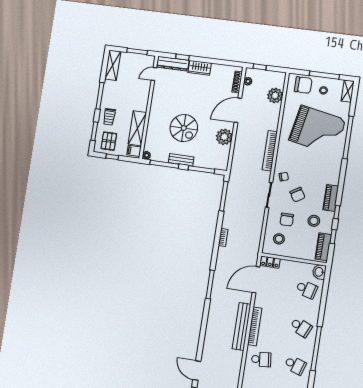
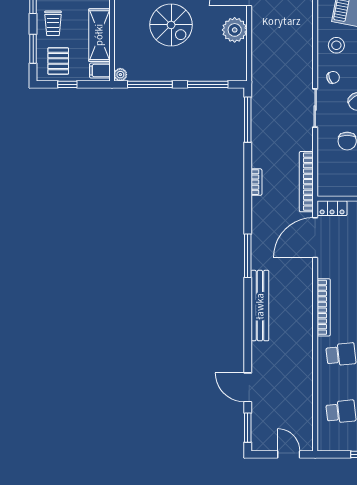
bookcase: (270, 151) -> (306, 182), moved
bench: (181, 160) -> (175, 74), removed
stool: (279, 239) -> (336, 45), moved
bench: (242, 326) -> (260, 306), moved

